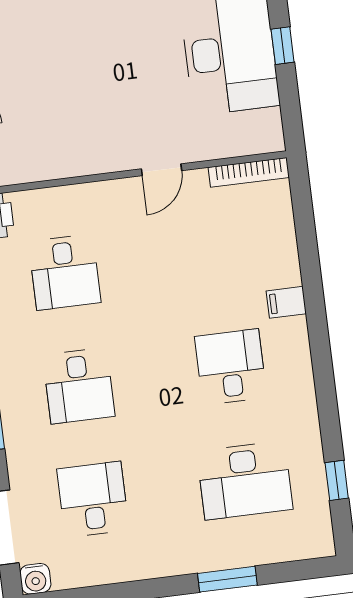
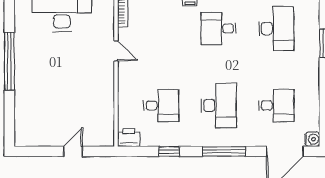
desk: (79, 386) -> (219, 105), width x1.37
desk: (93, 499) -> (276, 105), turned 180

